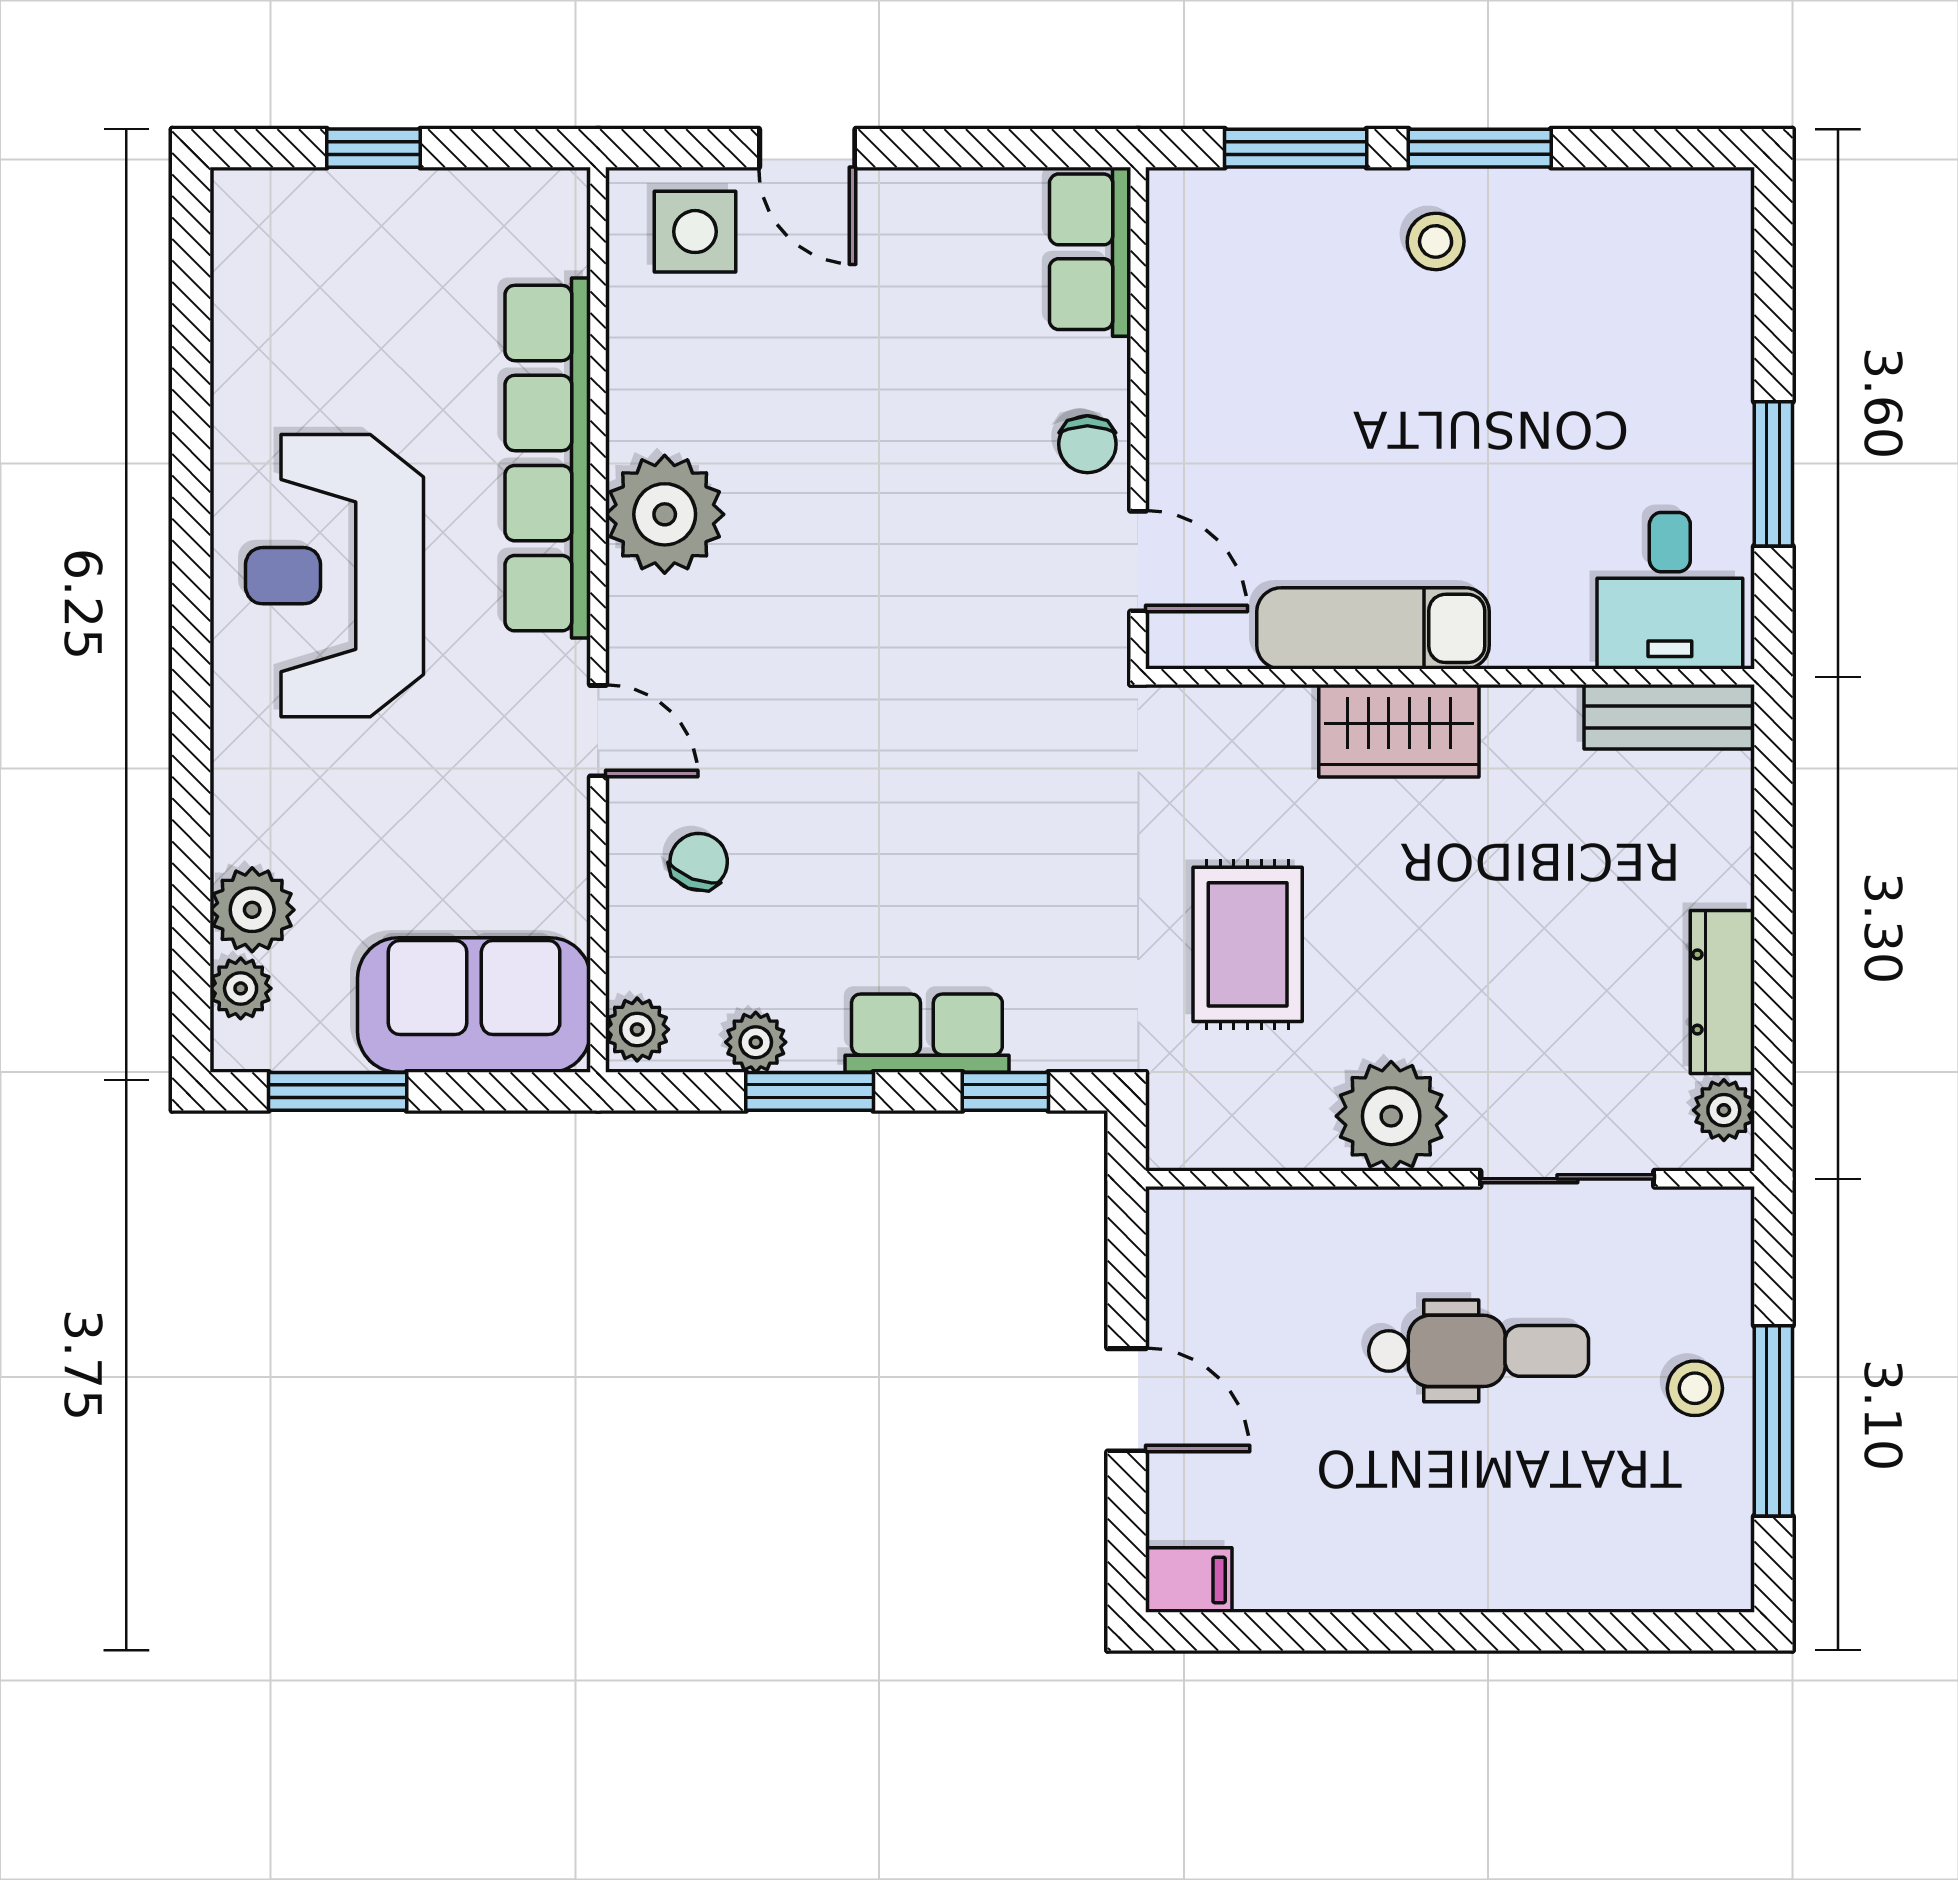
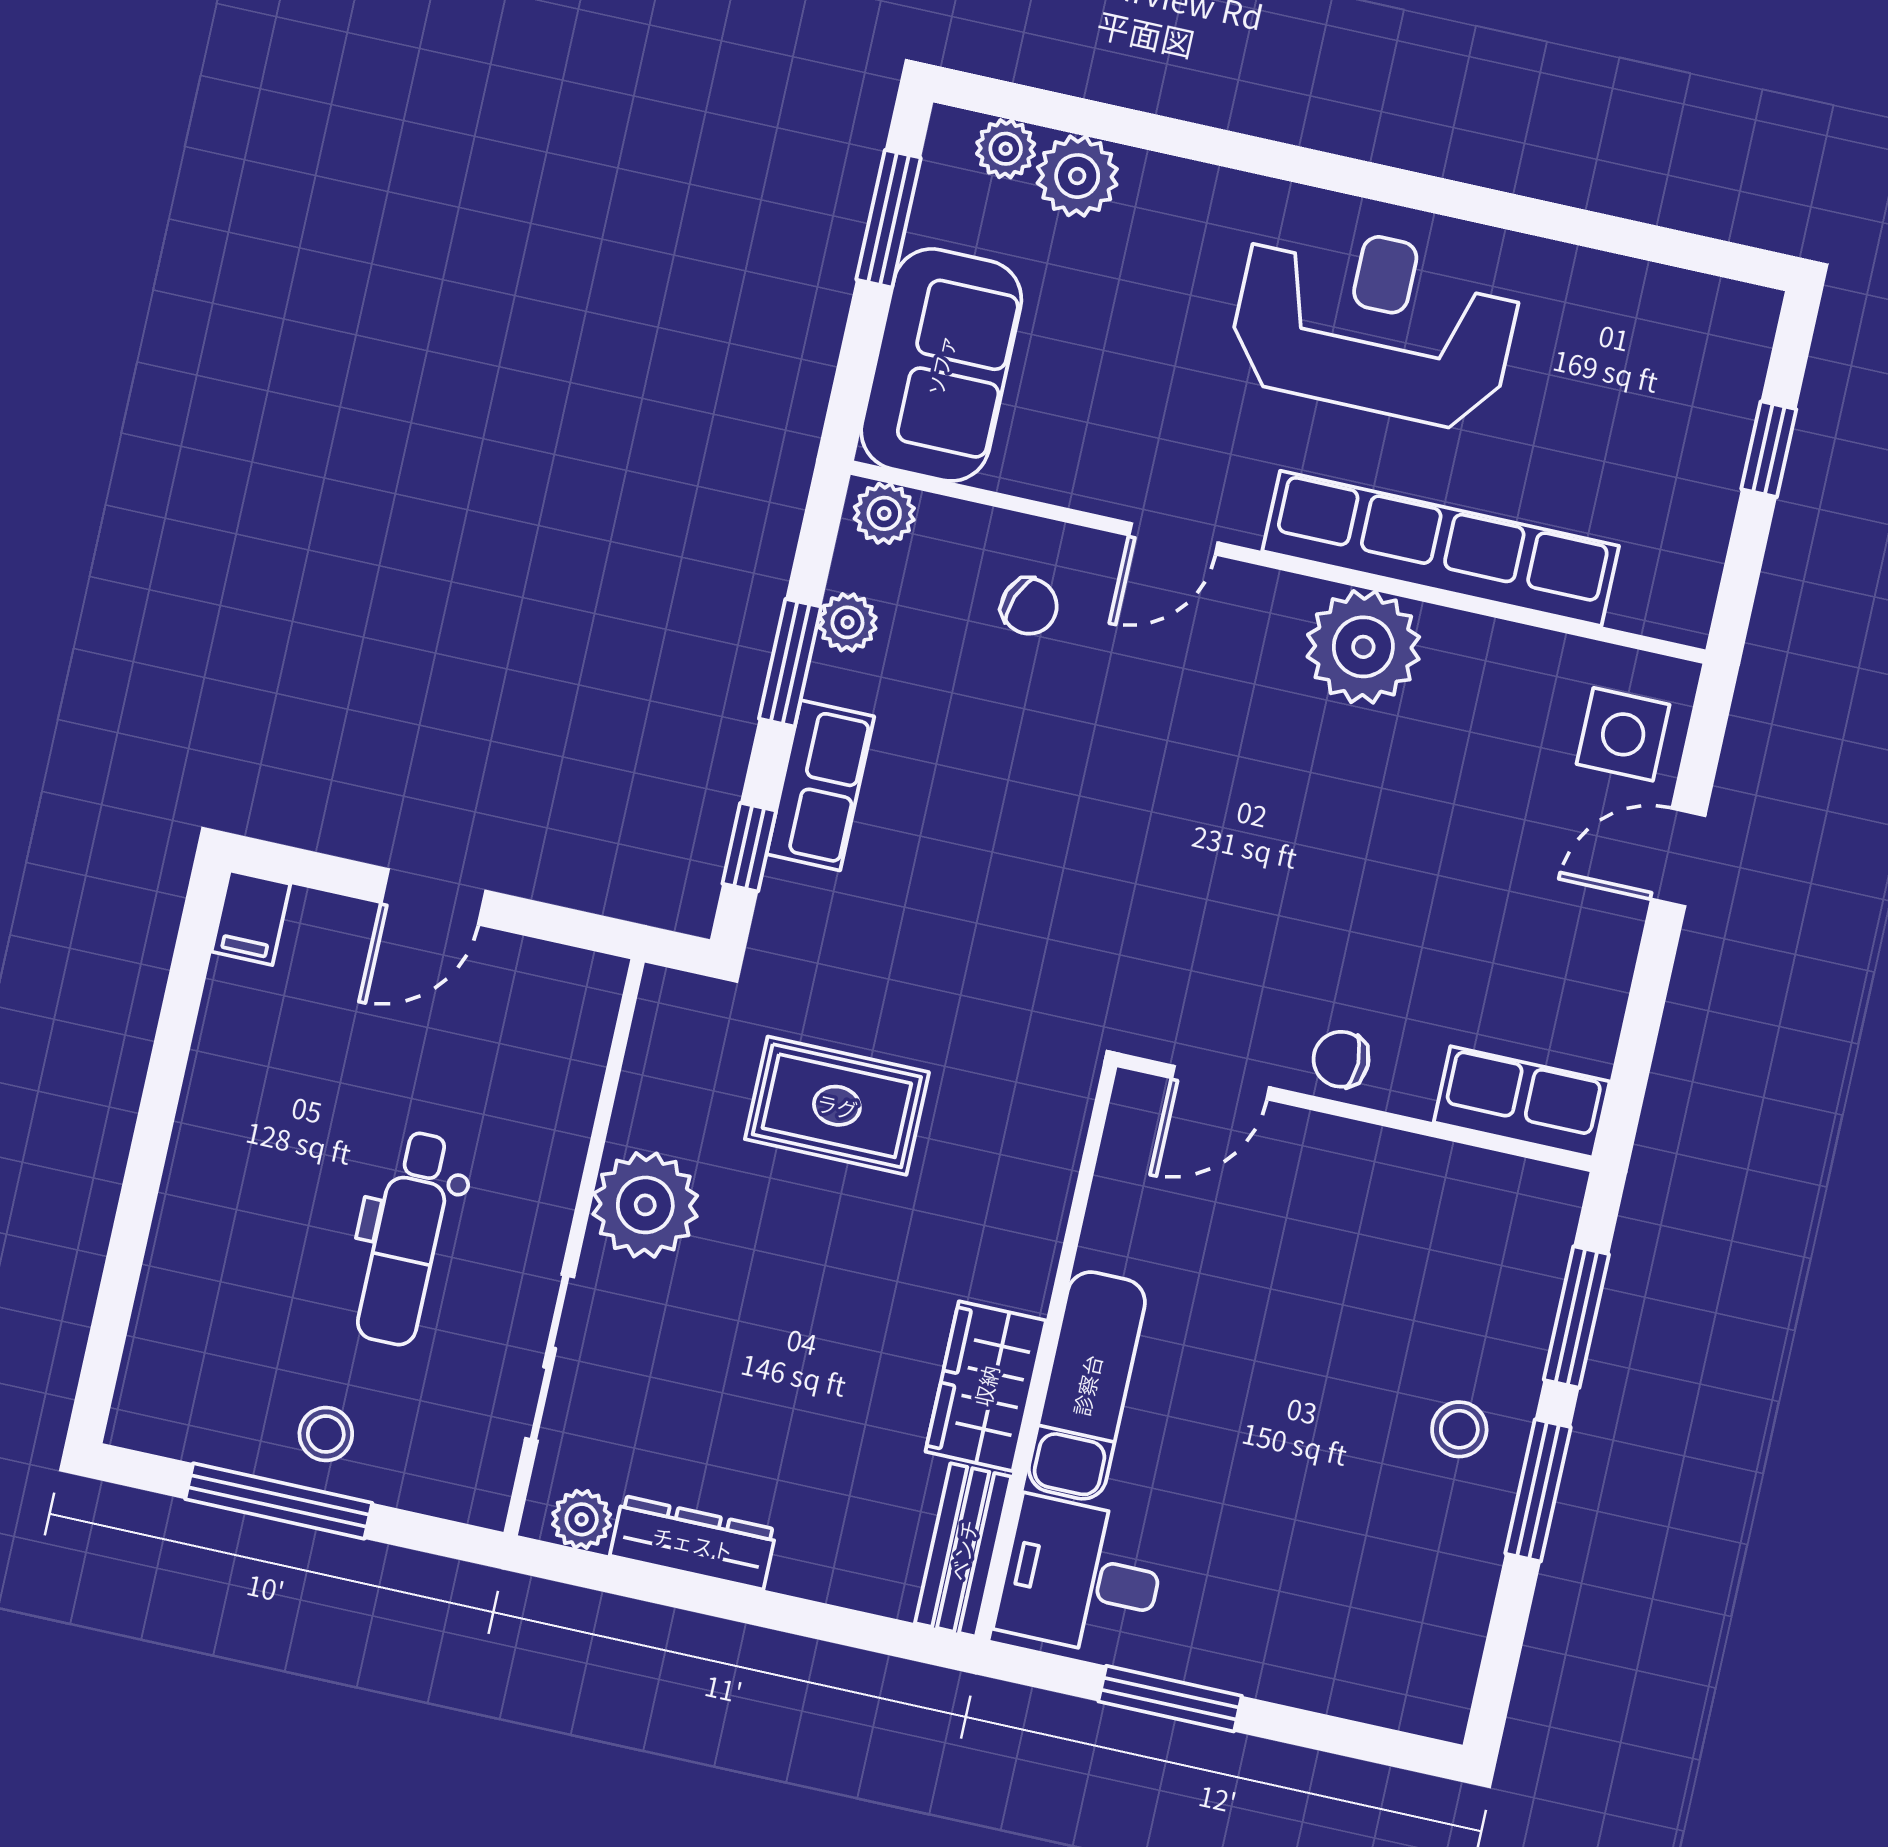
exam couch: (1373, 628) -> (1087, 1385), moved
wardrobe: (1399, 731) -> (986, 1386), moved

